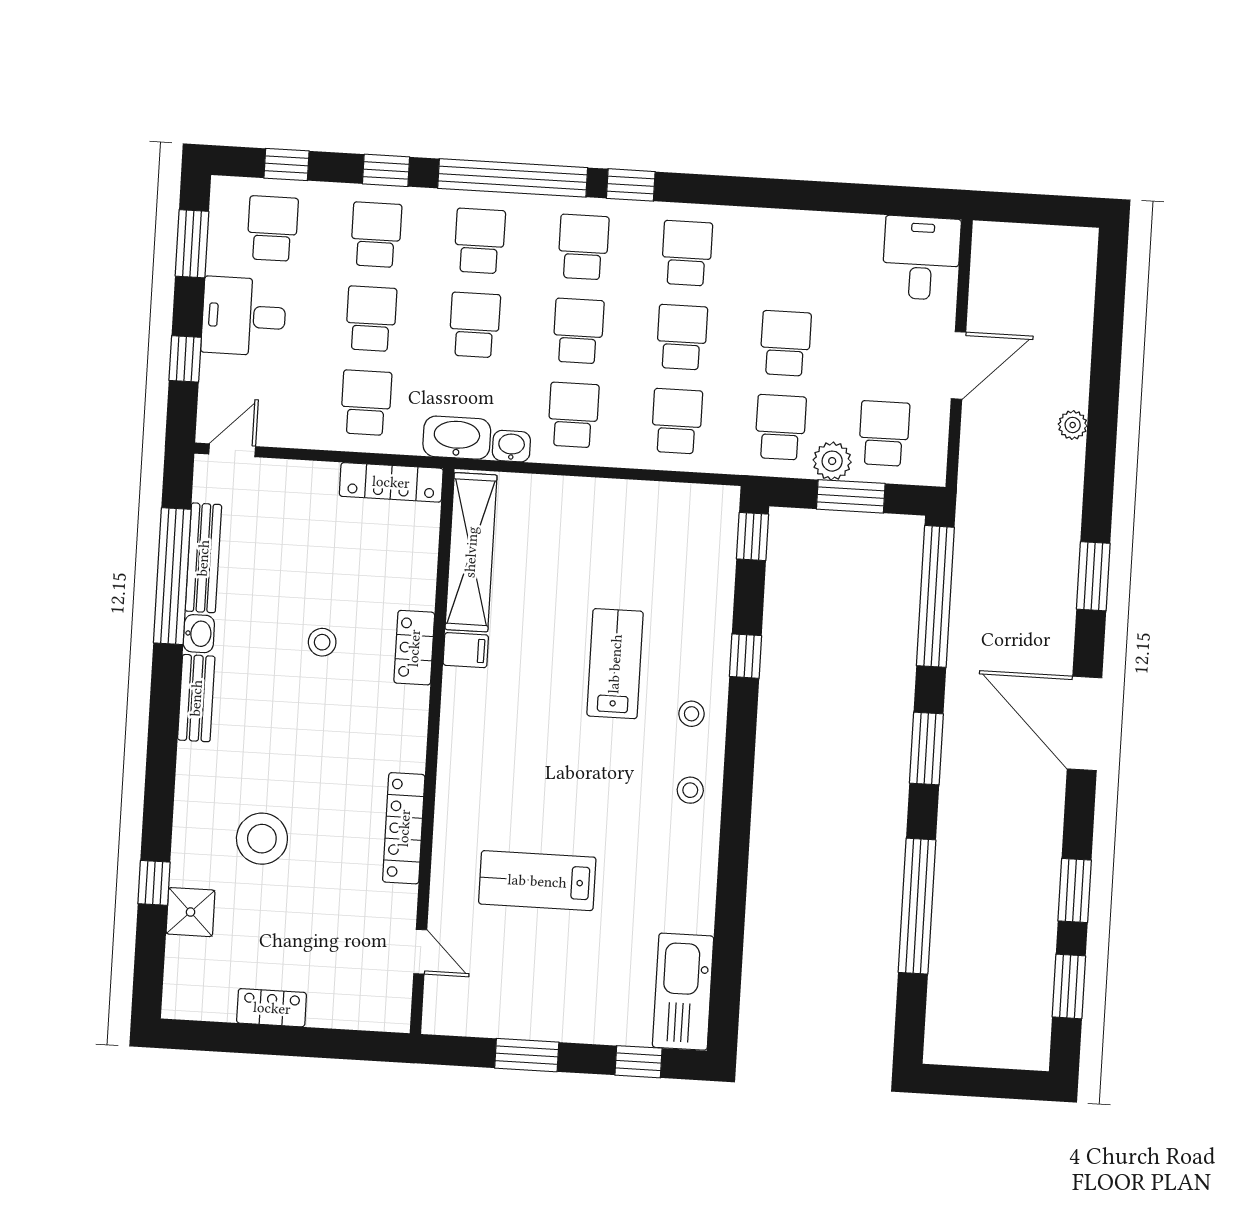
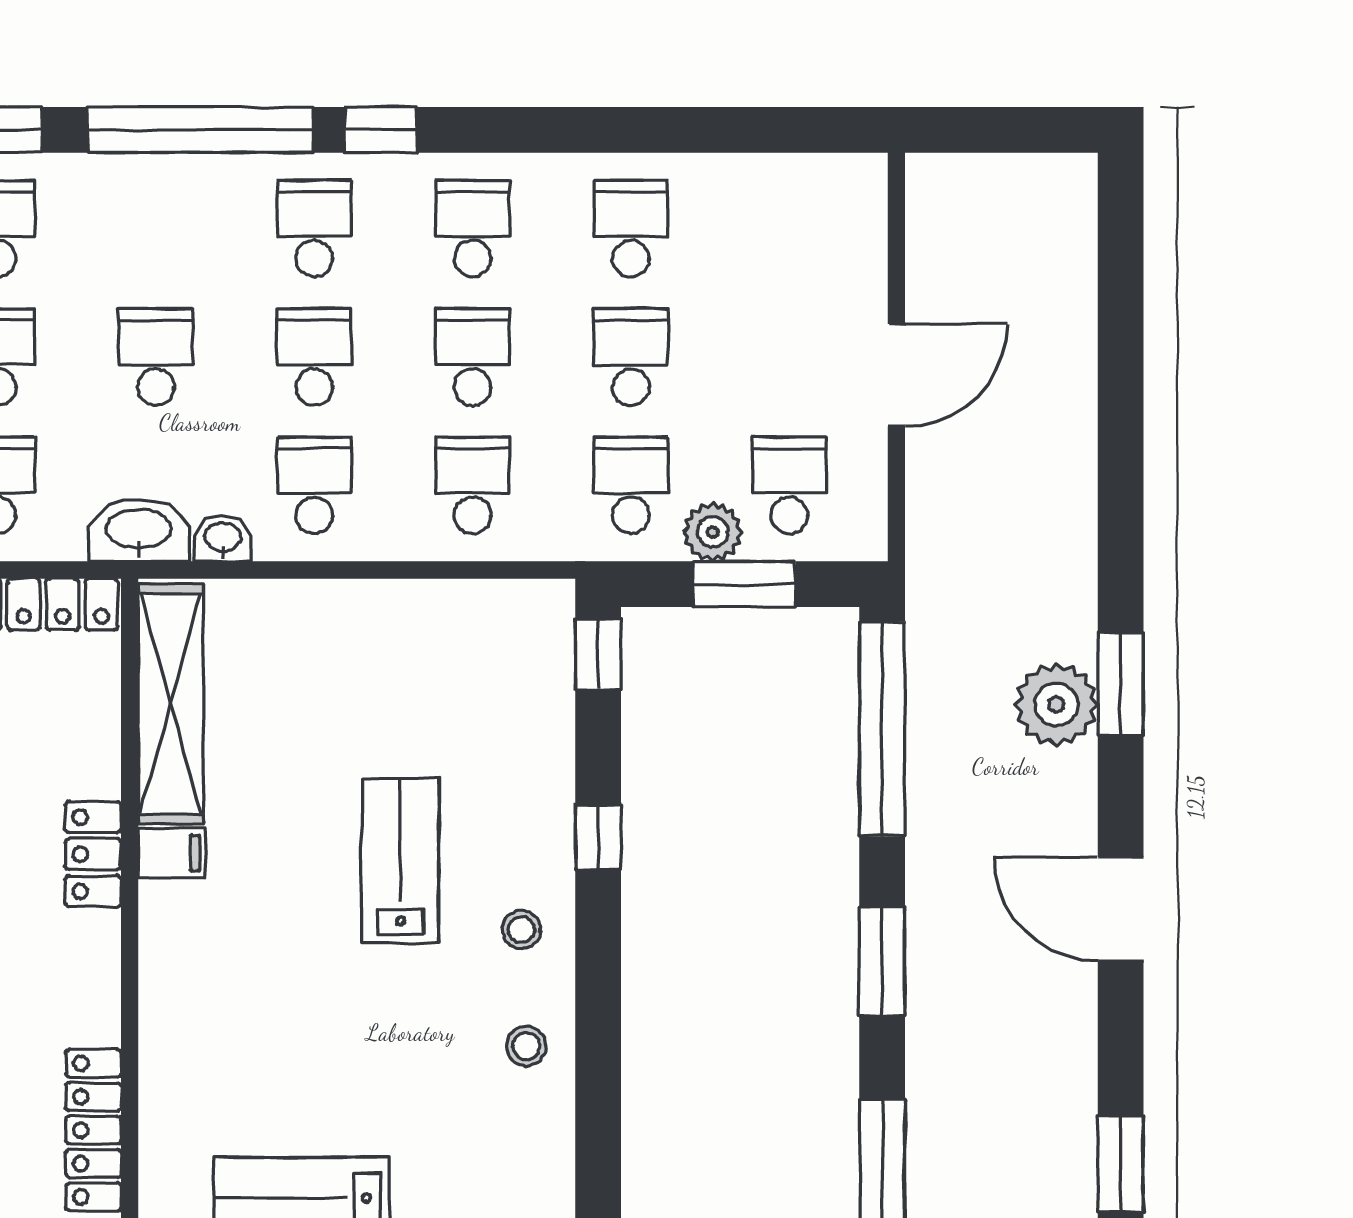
school desk: (480, 241) -> (631, 229), moved
desk: (921, 258) -> (830, 215), removed
plant: (1073, 425) -> (1056, 704), moved, width x1.87, depth x1.87
door: (1084, 723) -> (1121, 909), width x0.73

